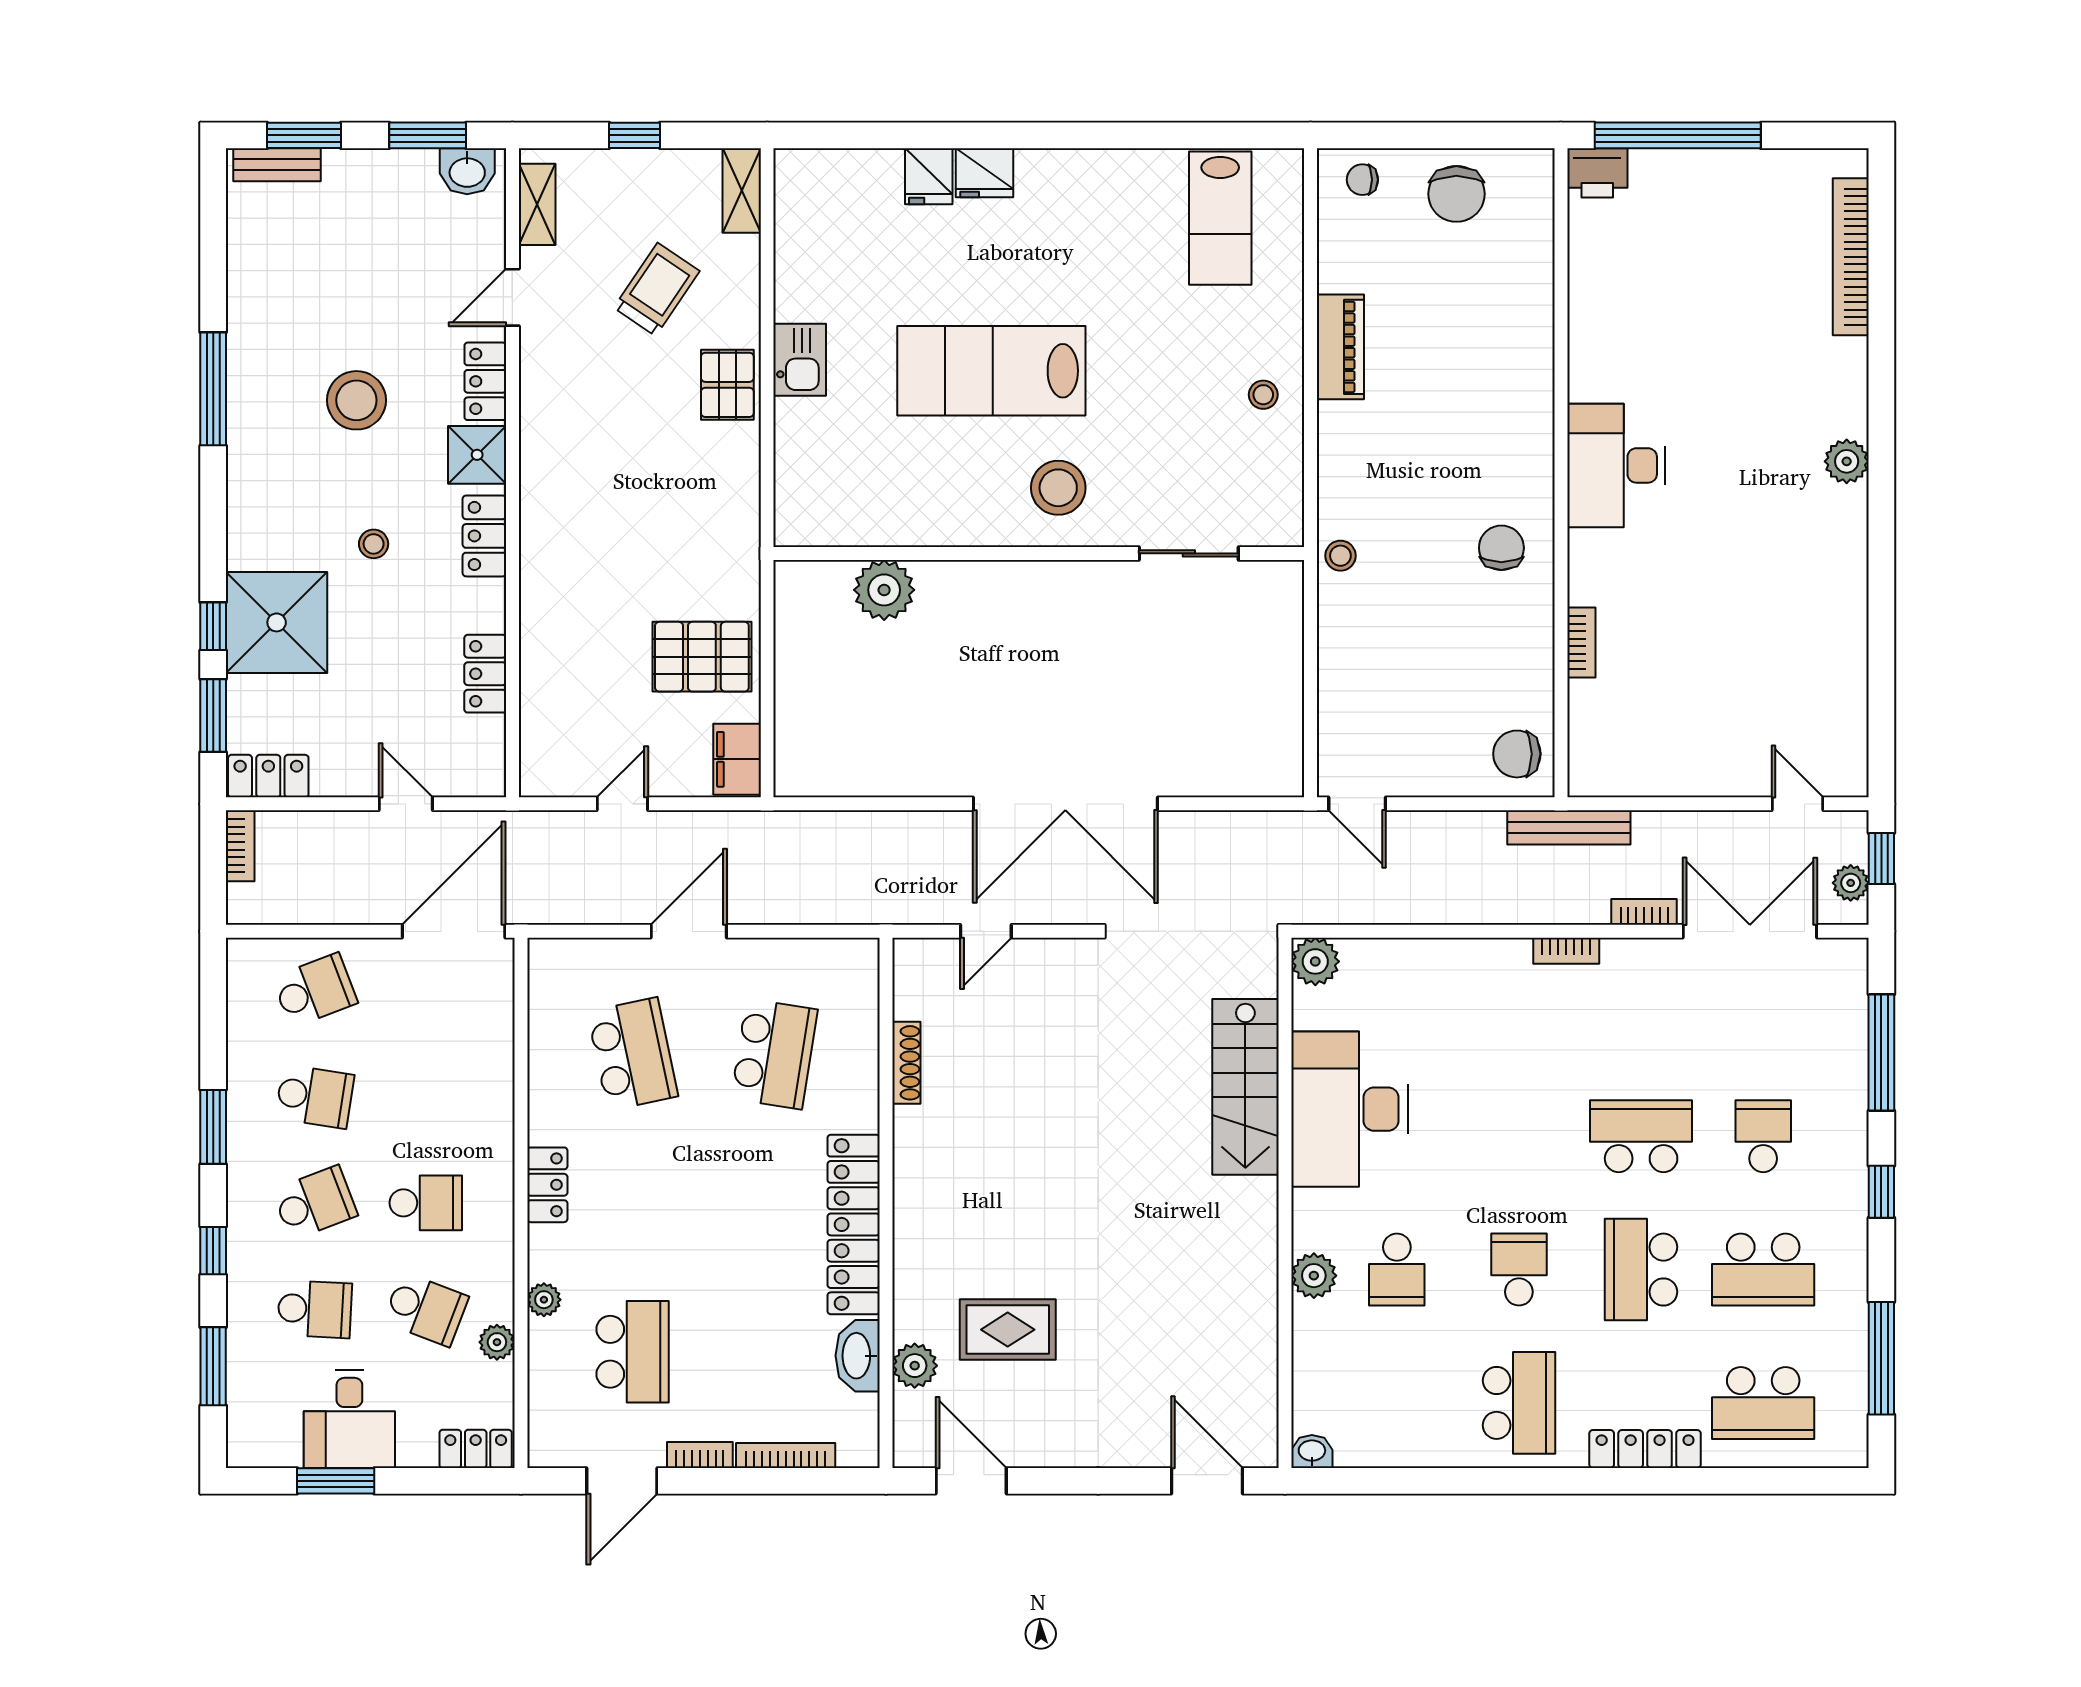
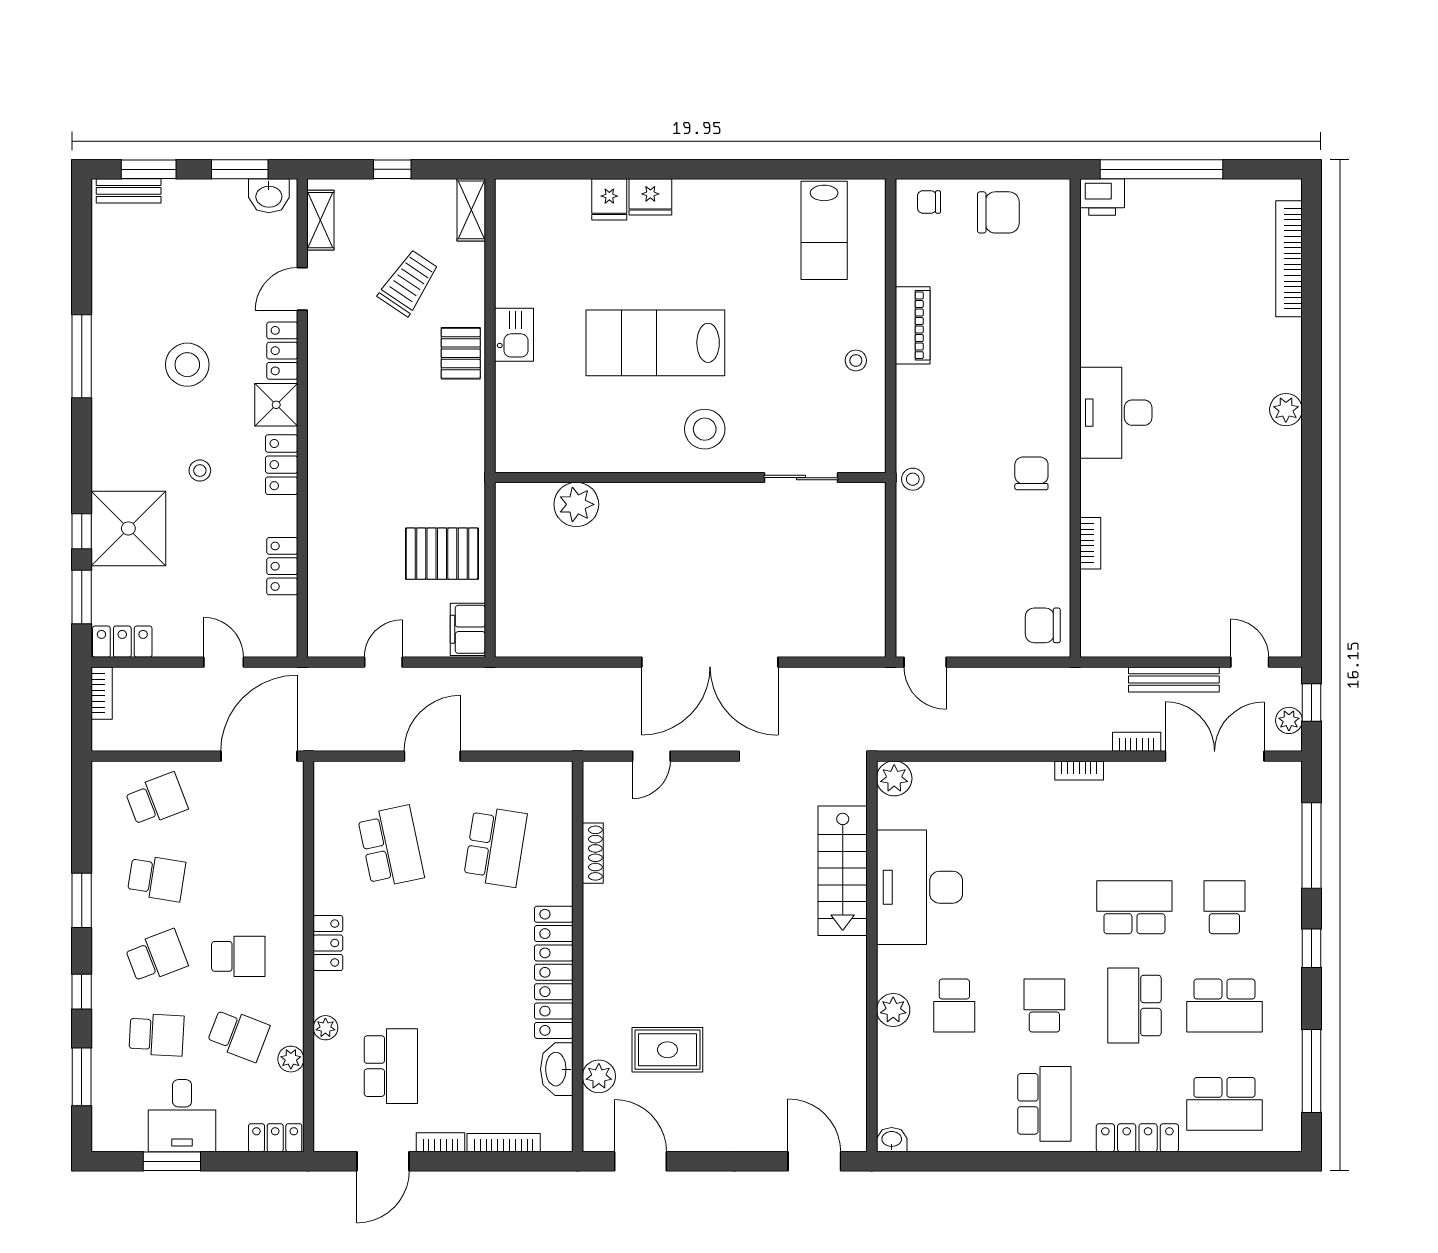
chair: (1456, 194) -> (998, 212), turned -90
bench: (1569, 827) -> (1174, 680), moved

